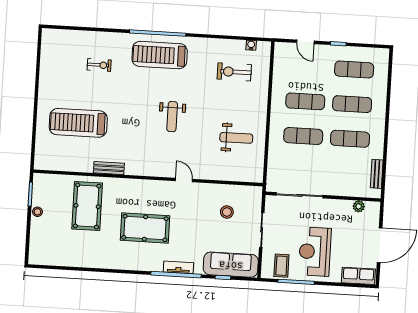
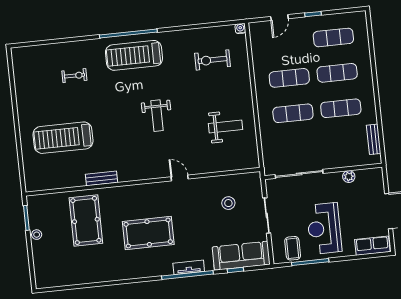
door: (305, 42) -> (279, 18), hinge flipped
water cooler: (251, 45) -> (240, 28), moved
plant: (359, 206) -> (349, 177), moved

